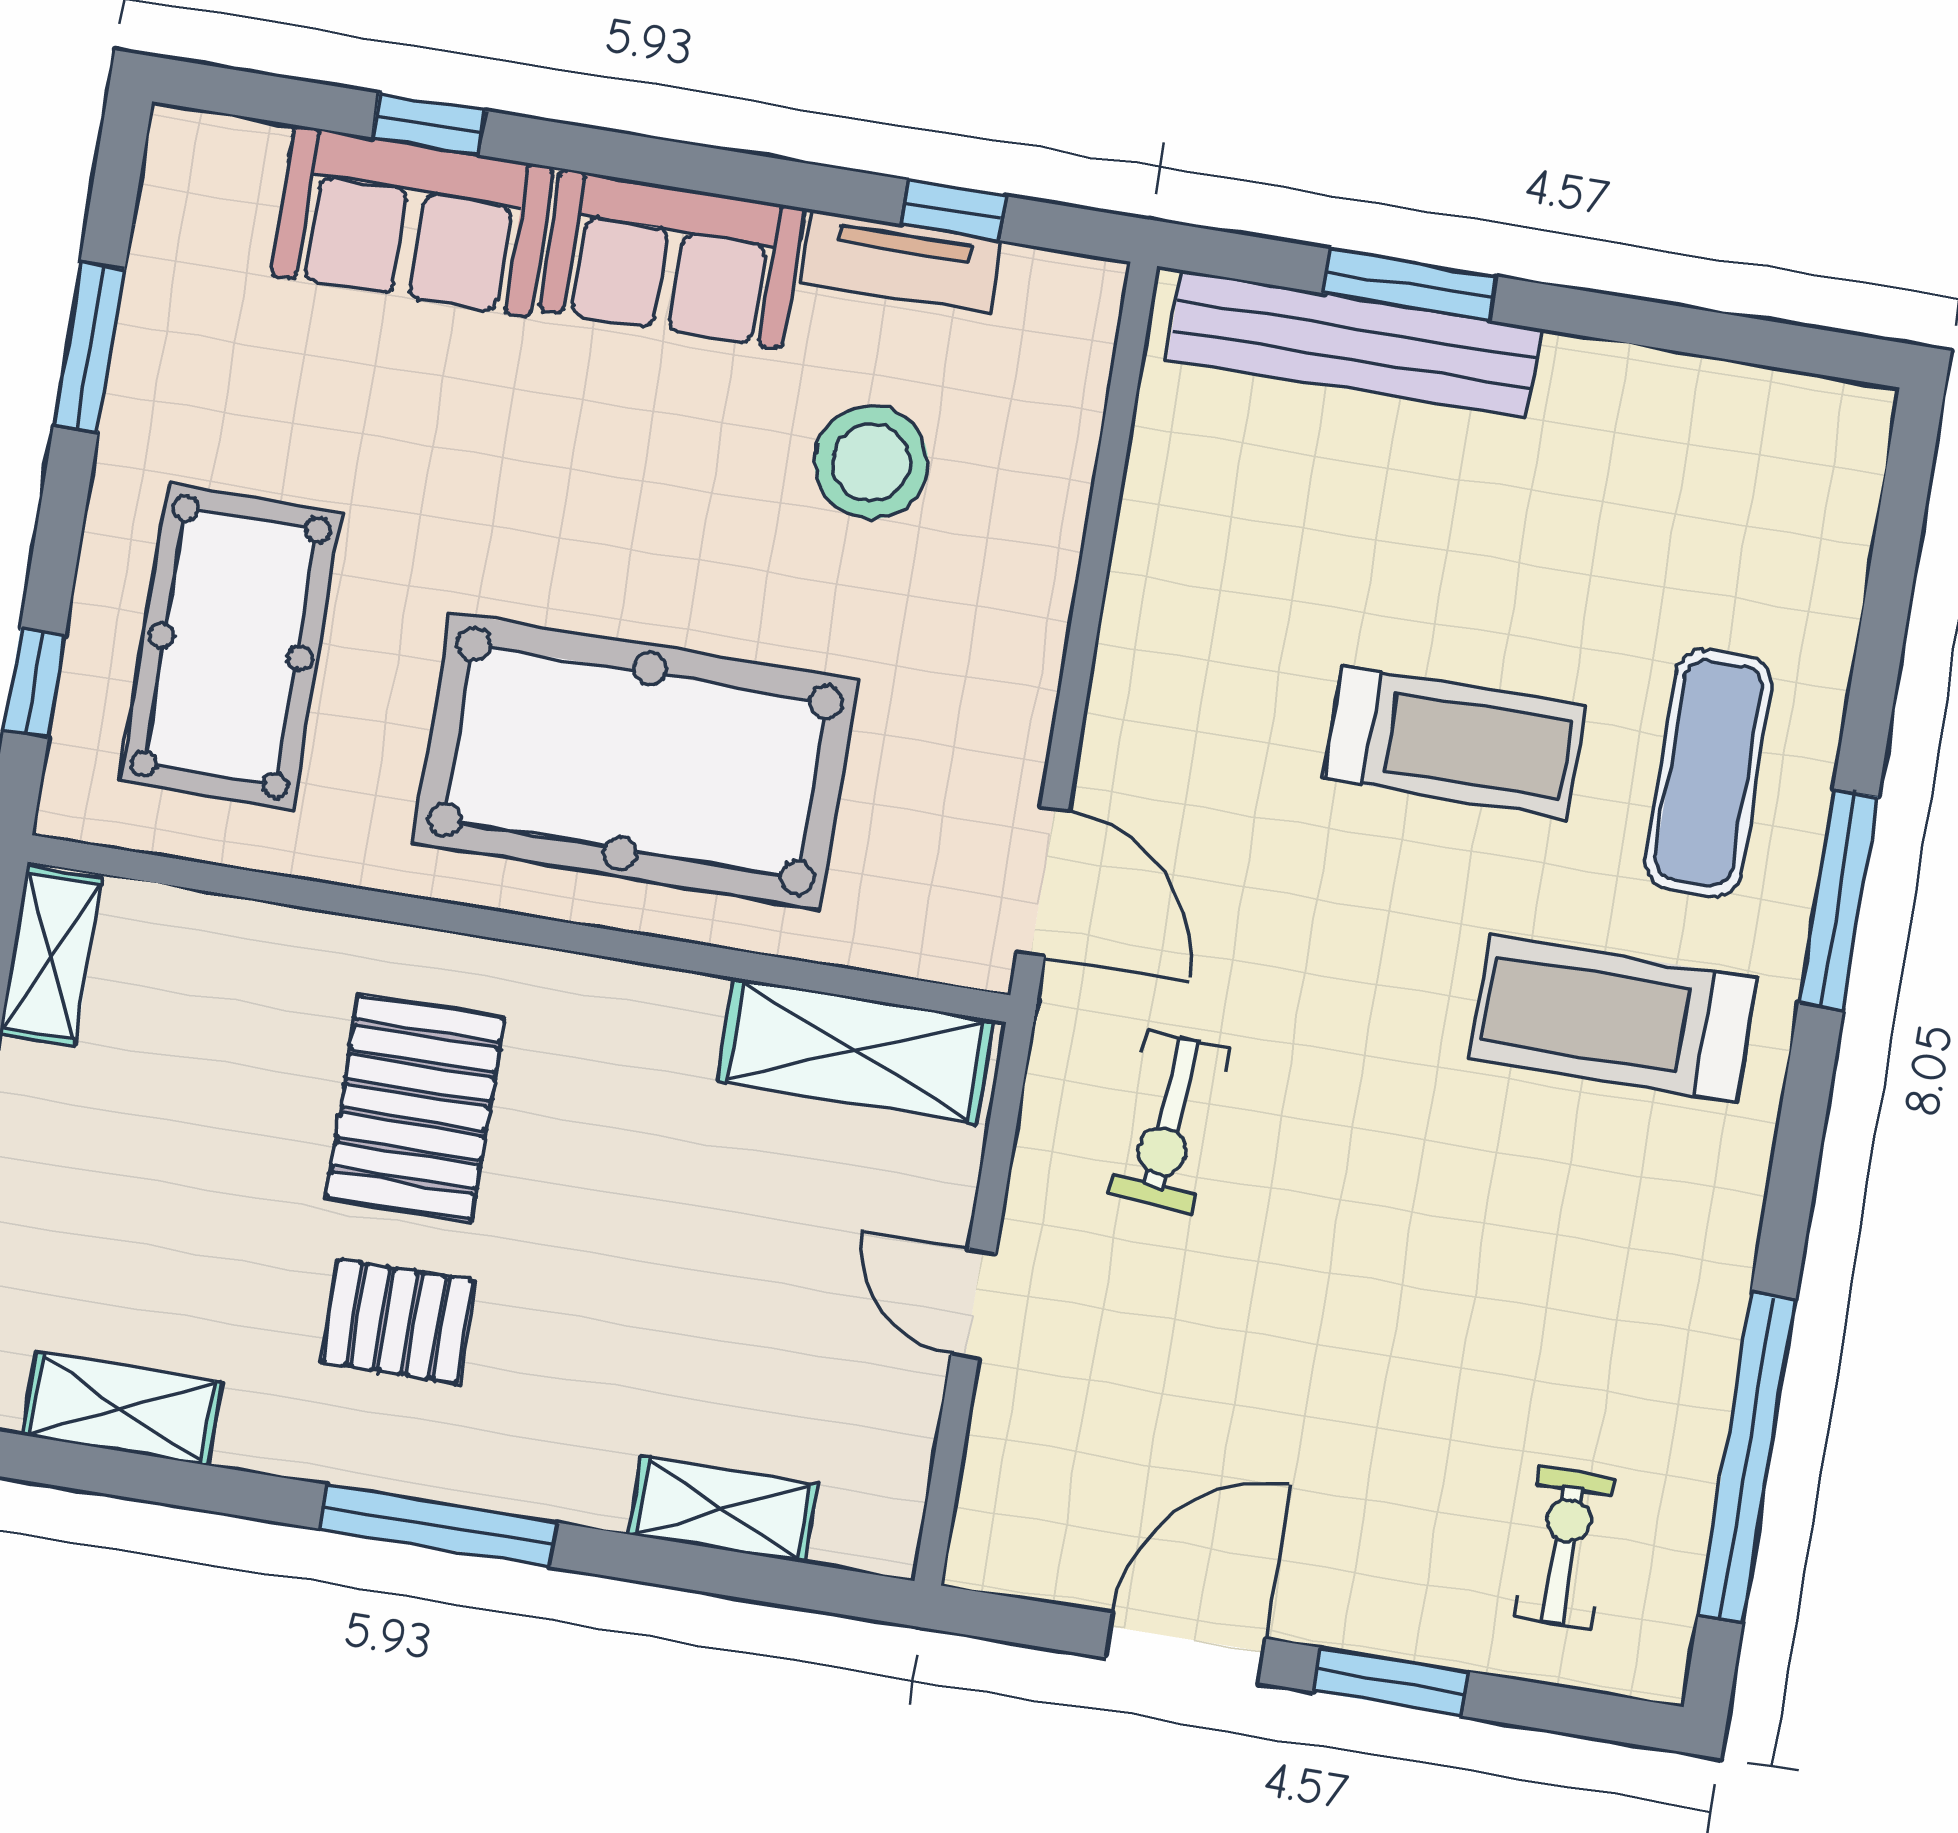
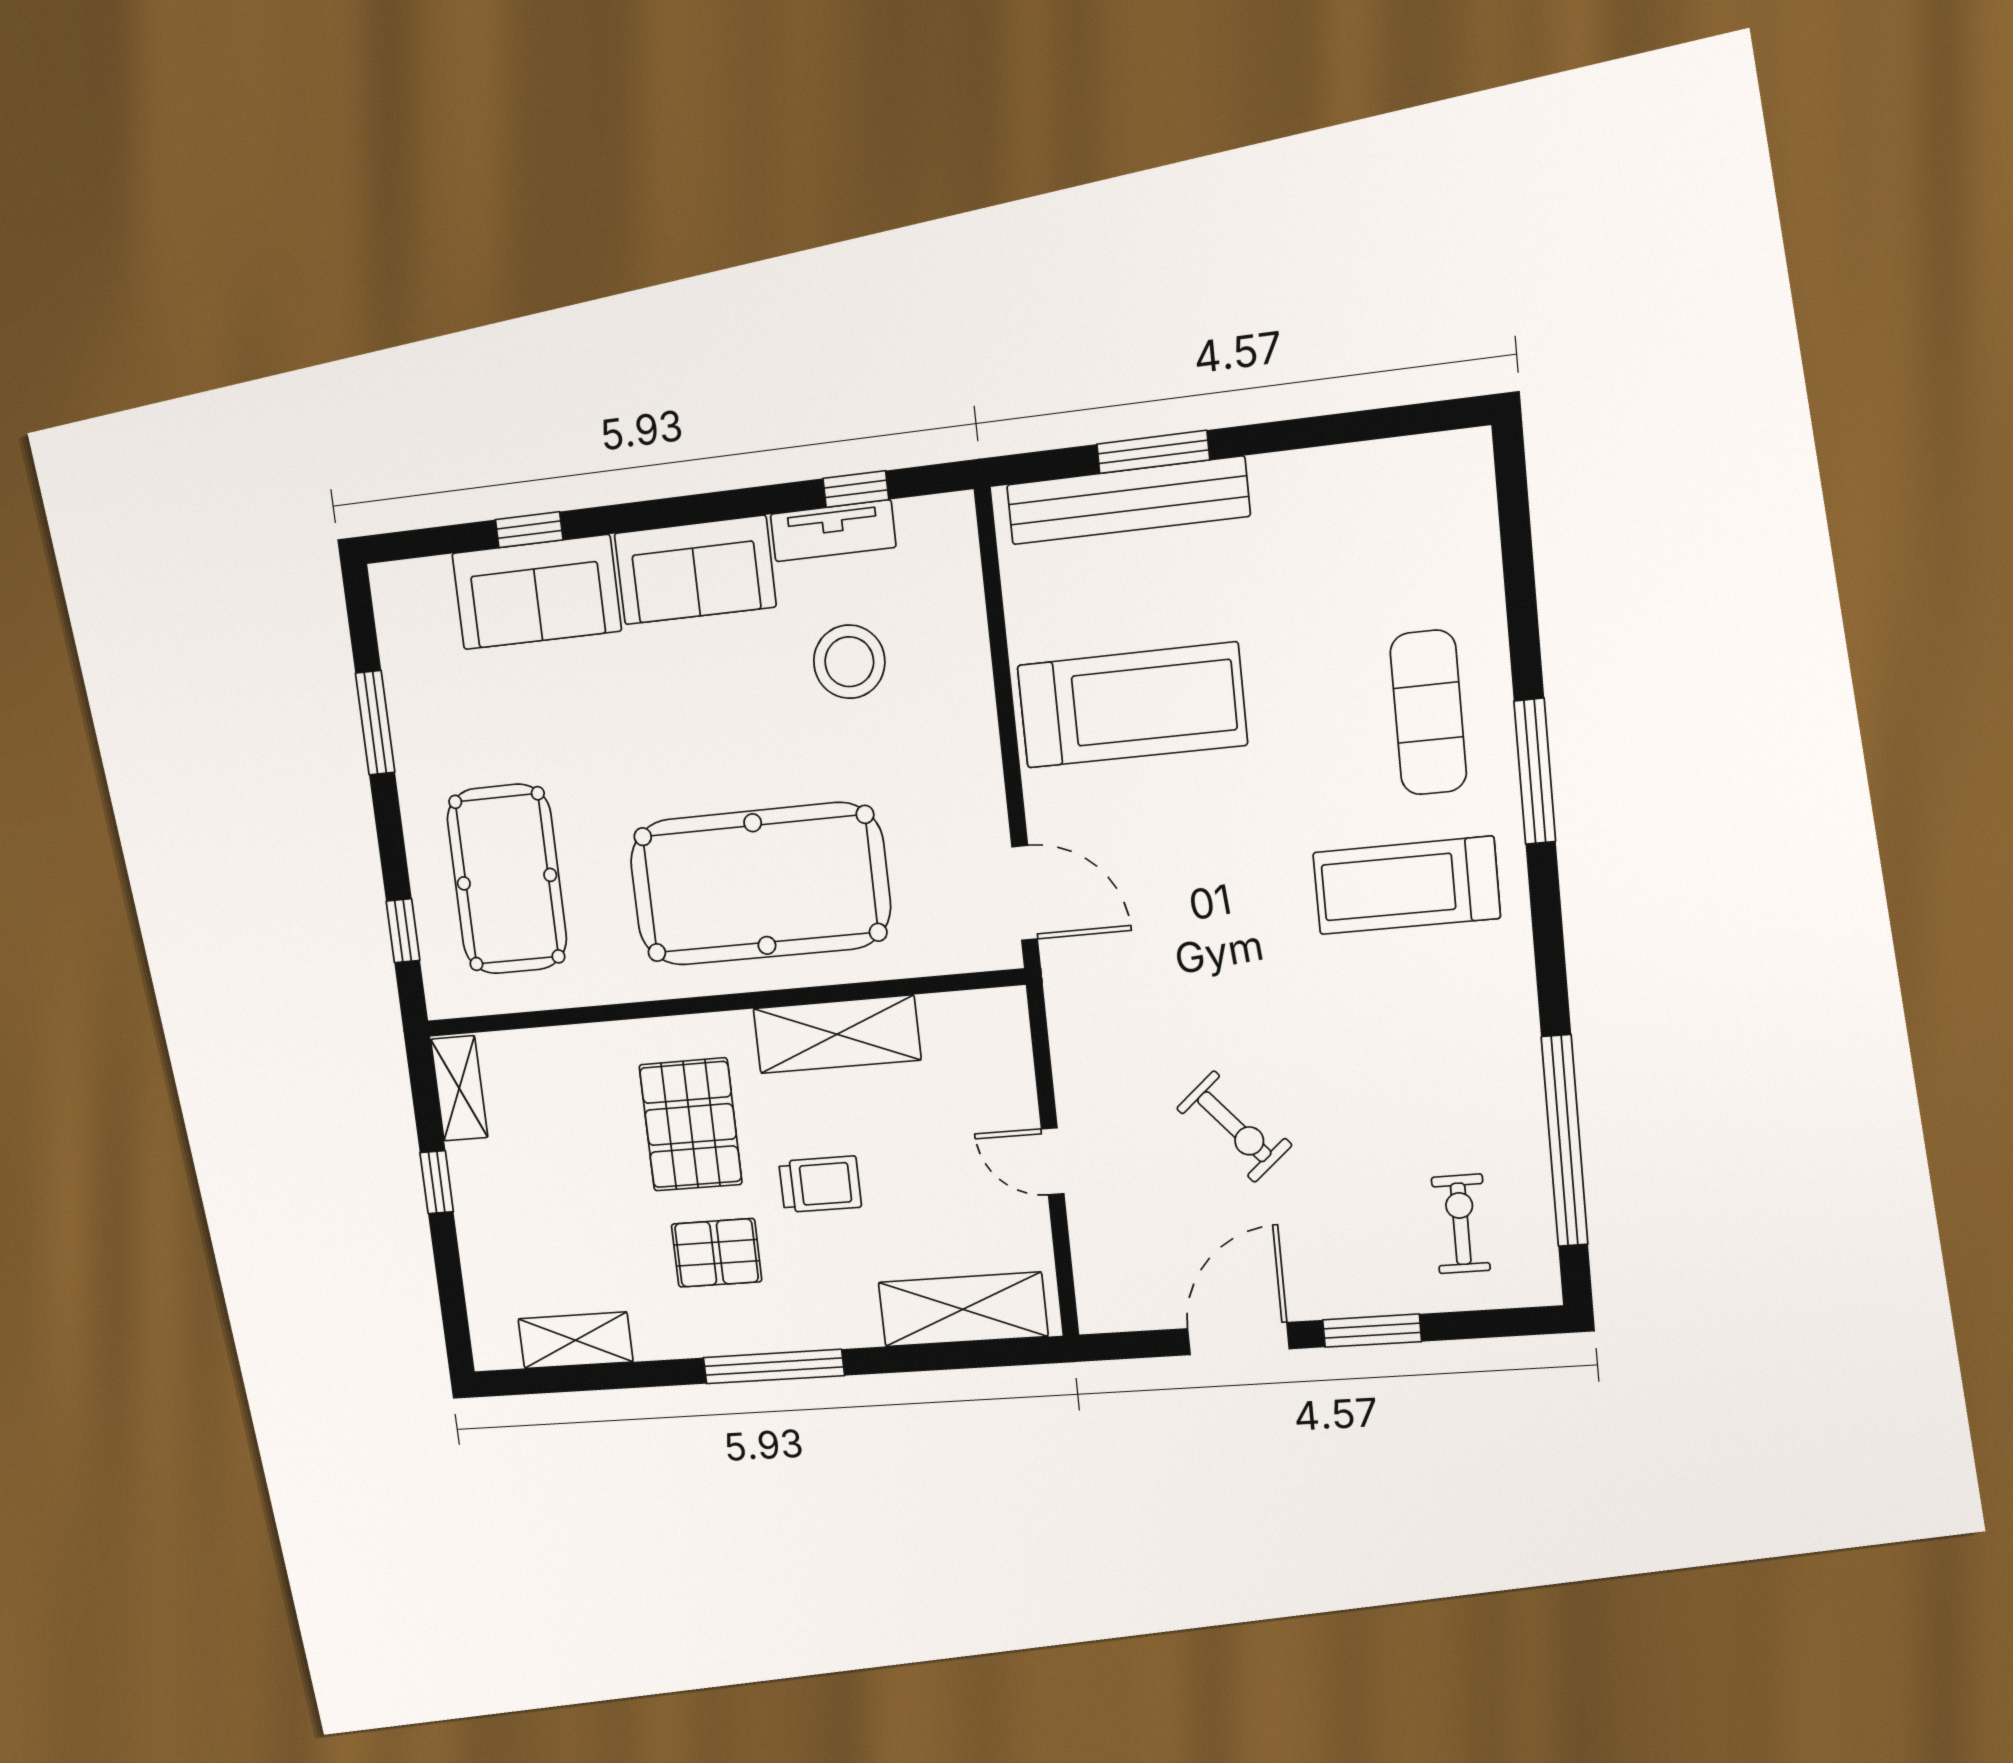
treadmill: (1455, 742) -> (1132, 705), moved, width x1.37, depth x1.38
shelving: (856, 1051) -> (837, 1034), moved
exercise bike: (1169, 1121) -> (1234, 1127), moved, turned -45
trolley: (597, 1252) -> (820, 1184), added
shelving: (723, 1509) -> (963, 1309), width x1.50, depth x1.33

